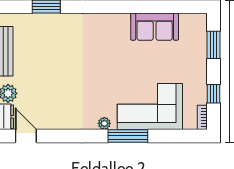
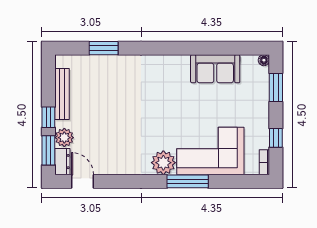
floor lamp: (202, 18) -> (264, 60), added
plant: (104, 123) -> (163, 163), width x1.87, depth x1.87

